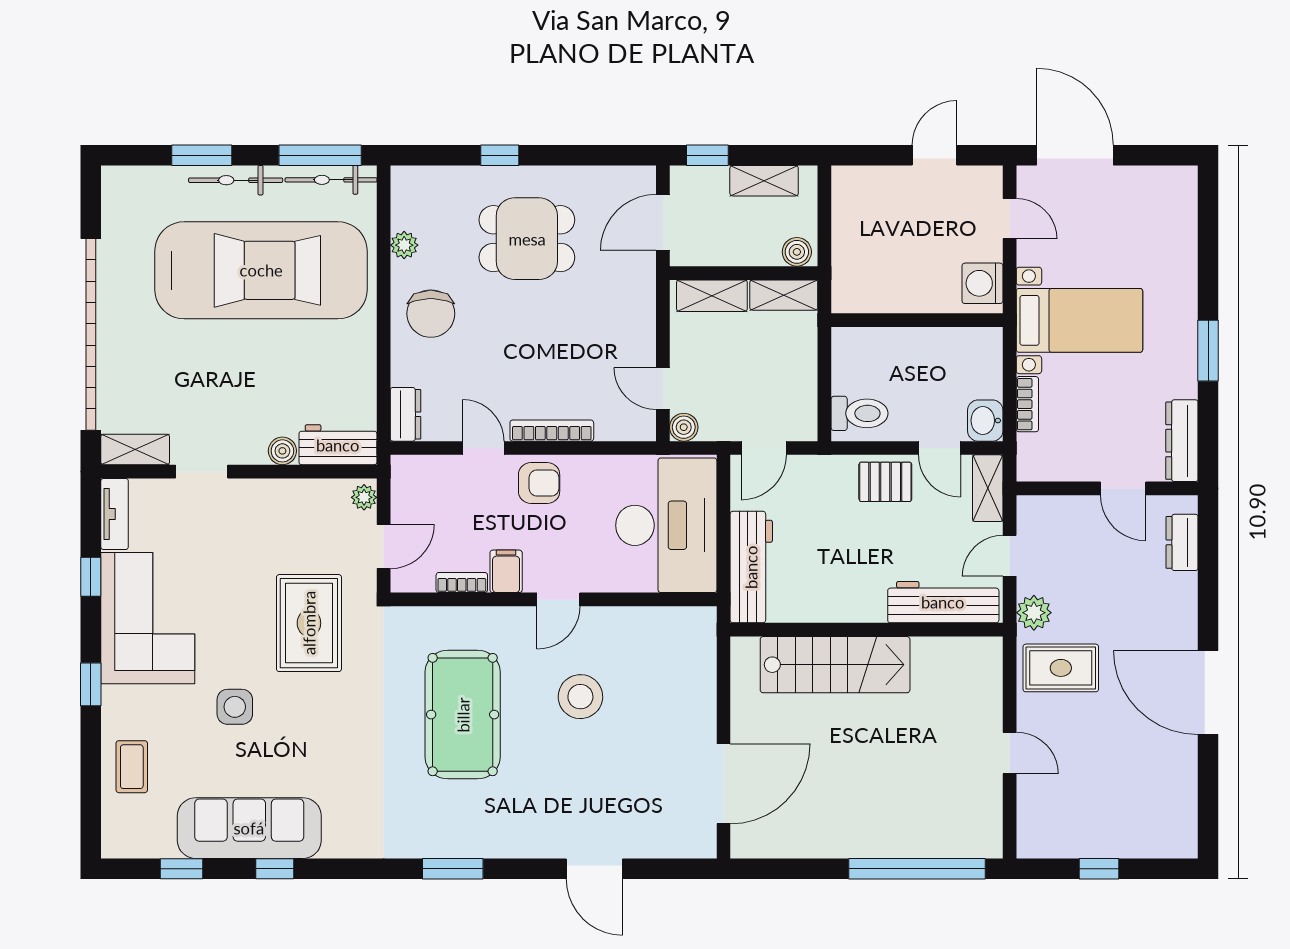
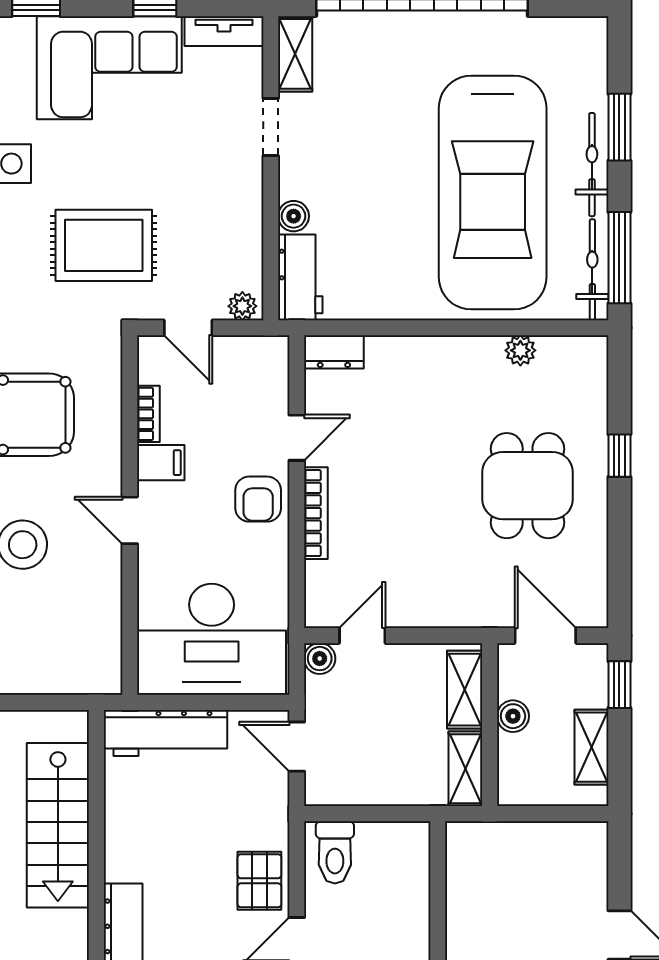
boiler: (797, 252) -> (513, 716), moved
chair: (431, 314) -> (445, 380), removed

